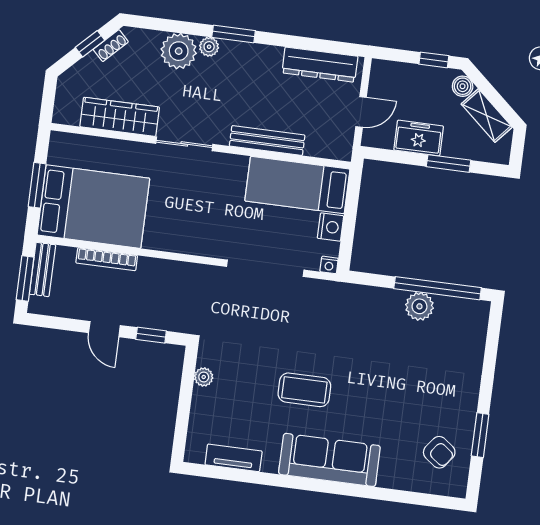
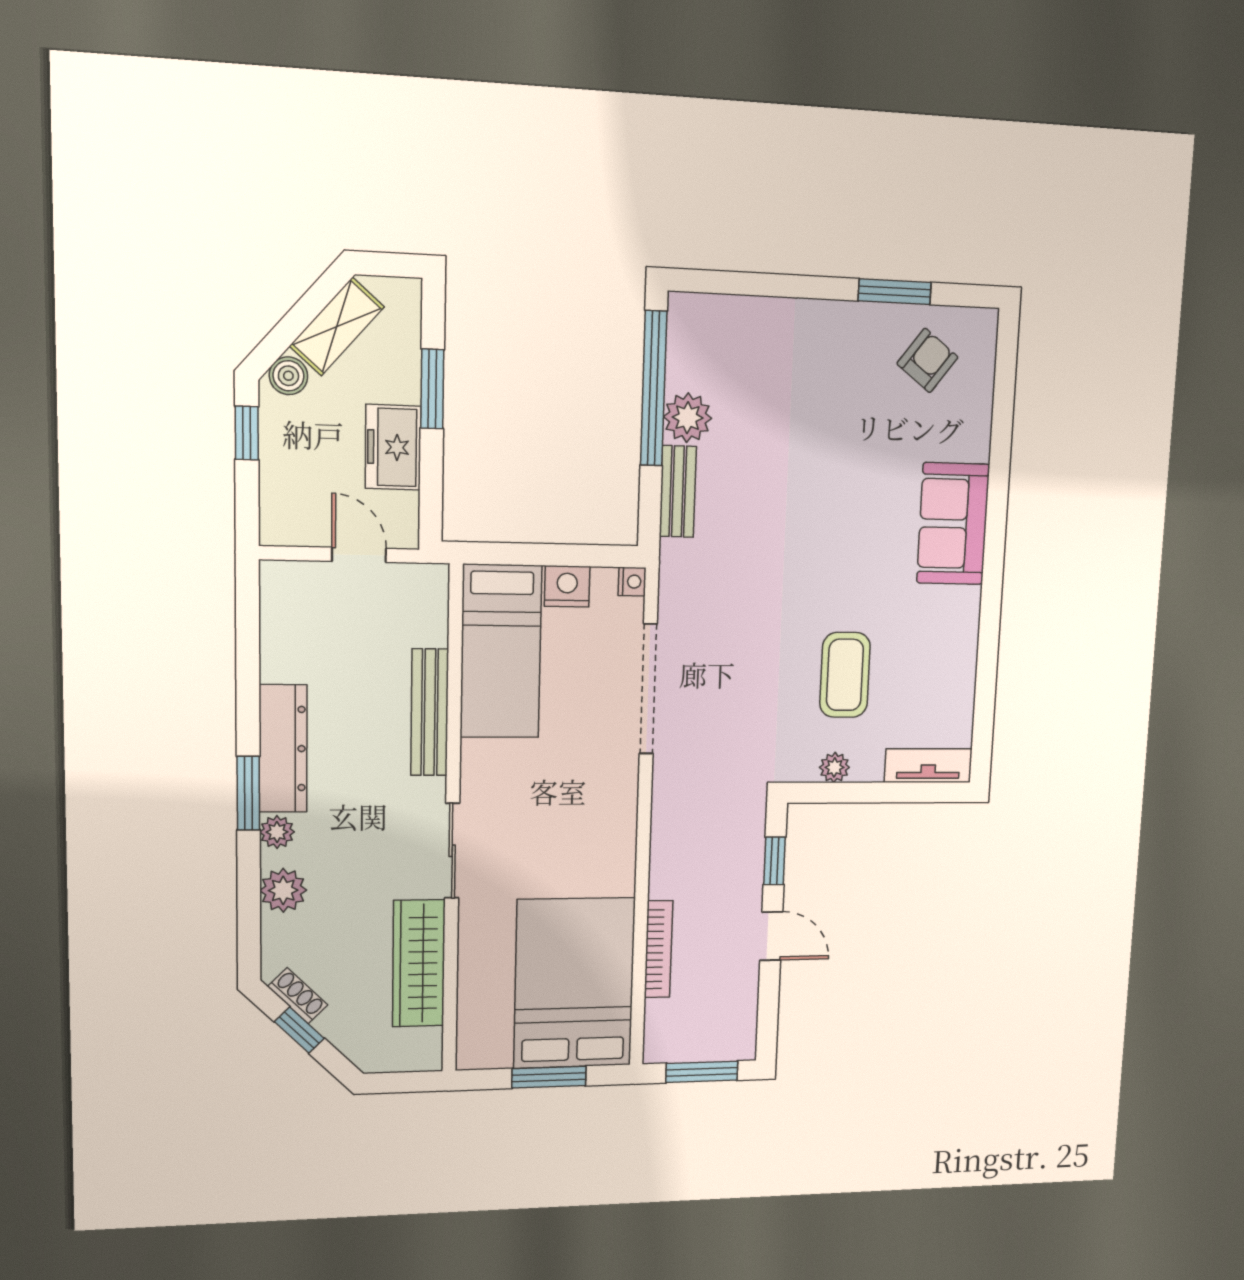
plant: (179, 51) -> (283, 890), width x0.73, depth x0.73
dresser: (320, 65) -> (283, 749), moved
bench: (42, 269) -> (678, 491), moved, turned 90
door: (104, 329) -> (771, 936), hinge flipped
coffee table: (304, 390) -> (845, 675), moved
tv unit: (234, 458) -> (928, 766), moved, turned 90
sofa: (329, 460) -> (953, 524), width x0.73

